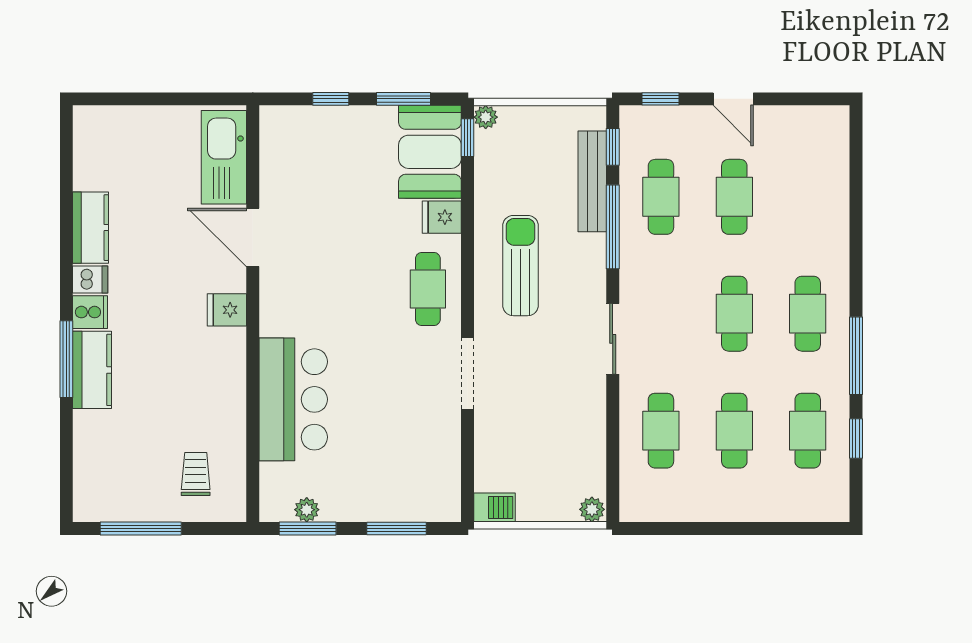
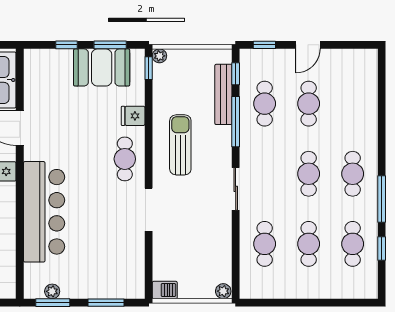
door: (733, 99) -> (308, 45), hinge flipped
booth: (430, 152) -> (102, 67), moved, turned 90
bar counter: (293, 399) -> (44, 212), width x1.36

